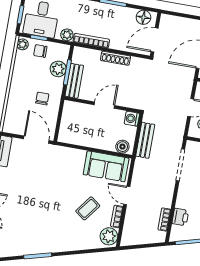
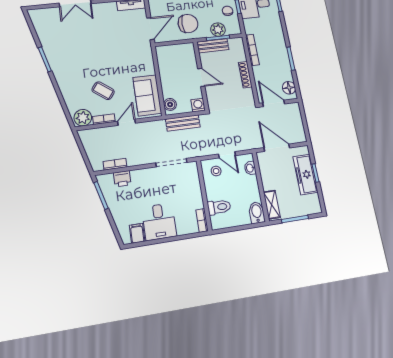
plant: (67, 35) -> (249, 28), removed
chair: (42, 98) -> (188, 24), width x1.87, depth x1.87

